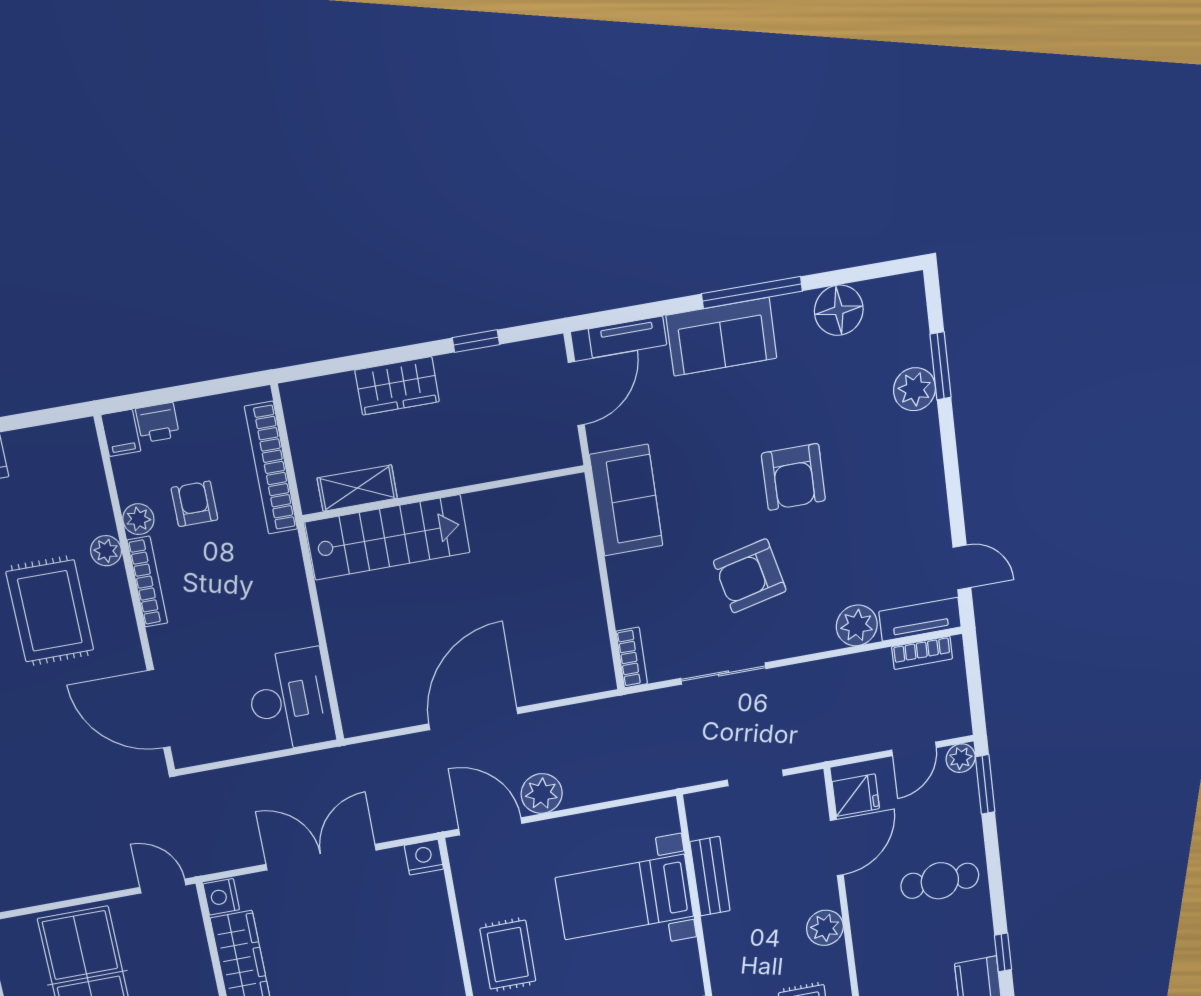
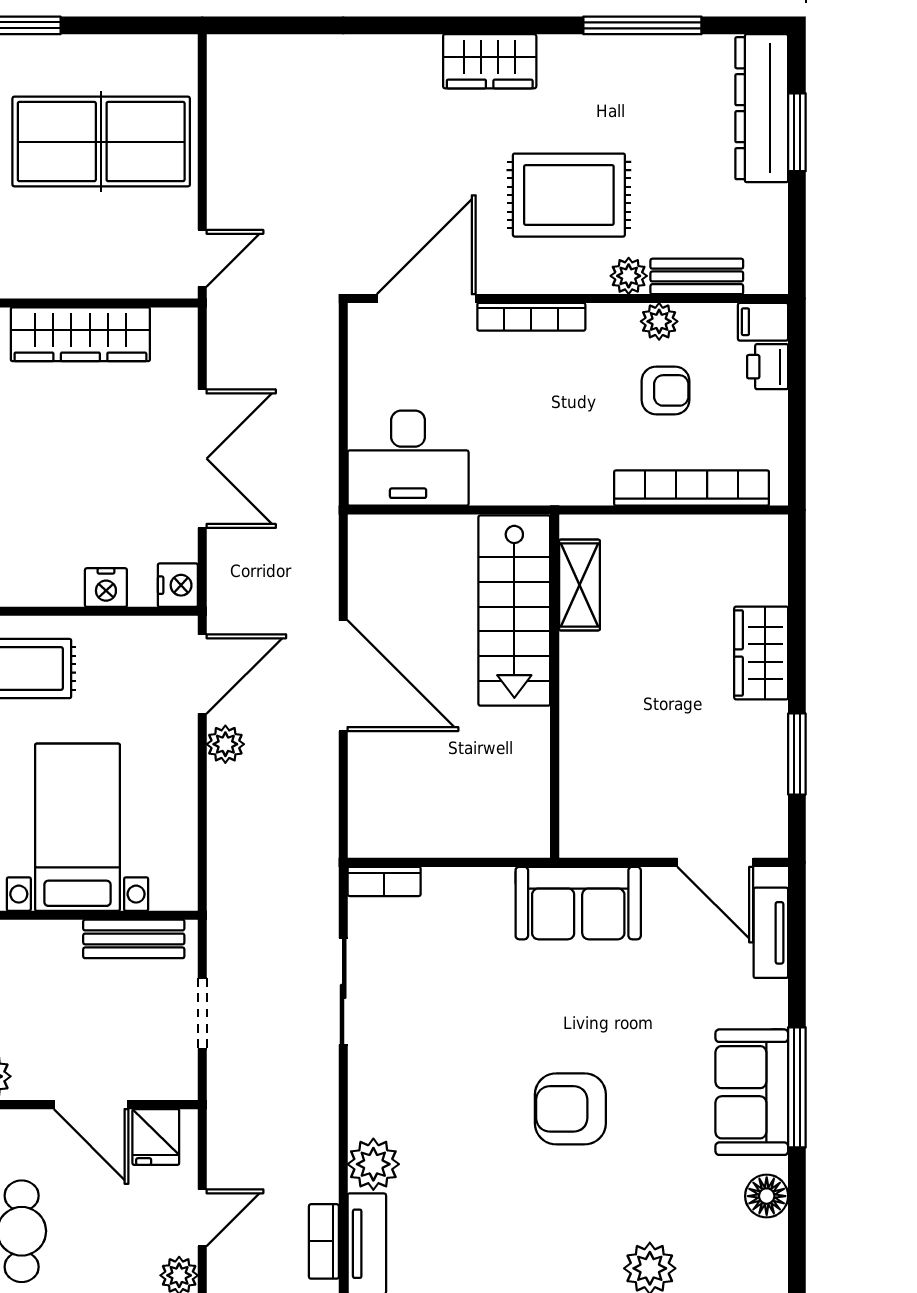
floor lamp: (839, 310) -> (767, 1196), width x0.73, depth x0.73
sofa: (721, 337) -> (752, 1092), moved
window: (476, 341) -> (797, 754), width x1.50
shelving: (357, 488) -> (579, 585), moved
wall: (444, 494) -> (555, 686), moved
bench: (95, 495) -> (697, 276), added
stairs: (388, 537) -> (514, 611), moved
armchair: (750, 576) -> (459, 1040), removed
bookcase: (147, 582) -> (531, 317), moved
door: (914, 749) -> (202, 1218), swing flipped
plant: (542, 794) -> (225, 744), width x0.73, depth x0.73
bench: (710, 876) -> (134, 939), moved
nightstand: (221, 897) -> (106, 588), moved, turned 180

